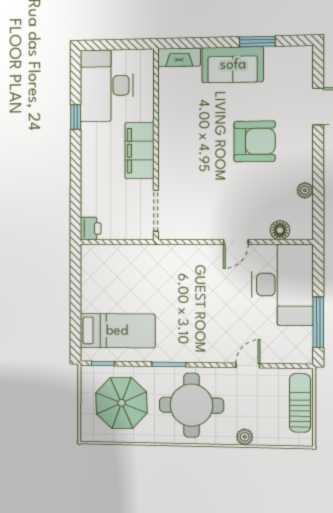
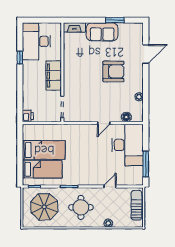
bed: (120, 294) -> (44, 150), added
round table: (191, 405) -> (81, 207), width x0.73, depth x0.73

